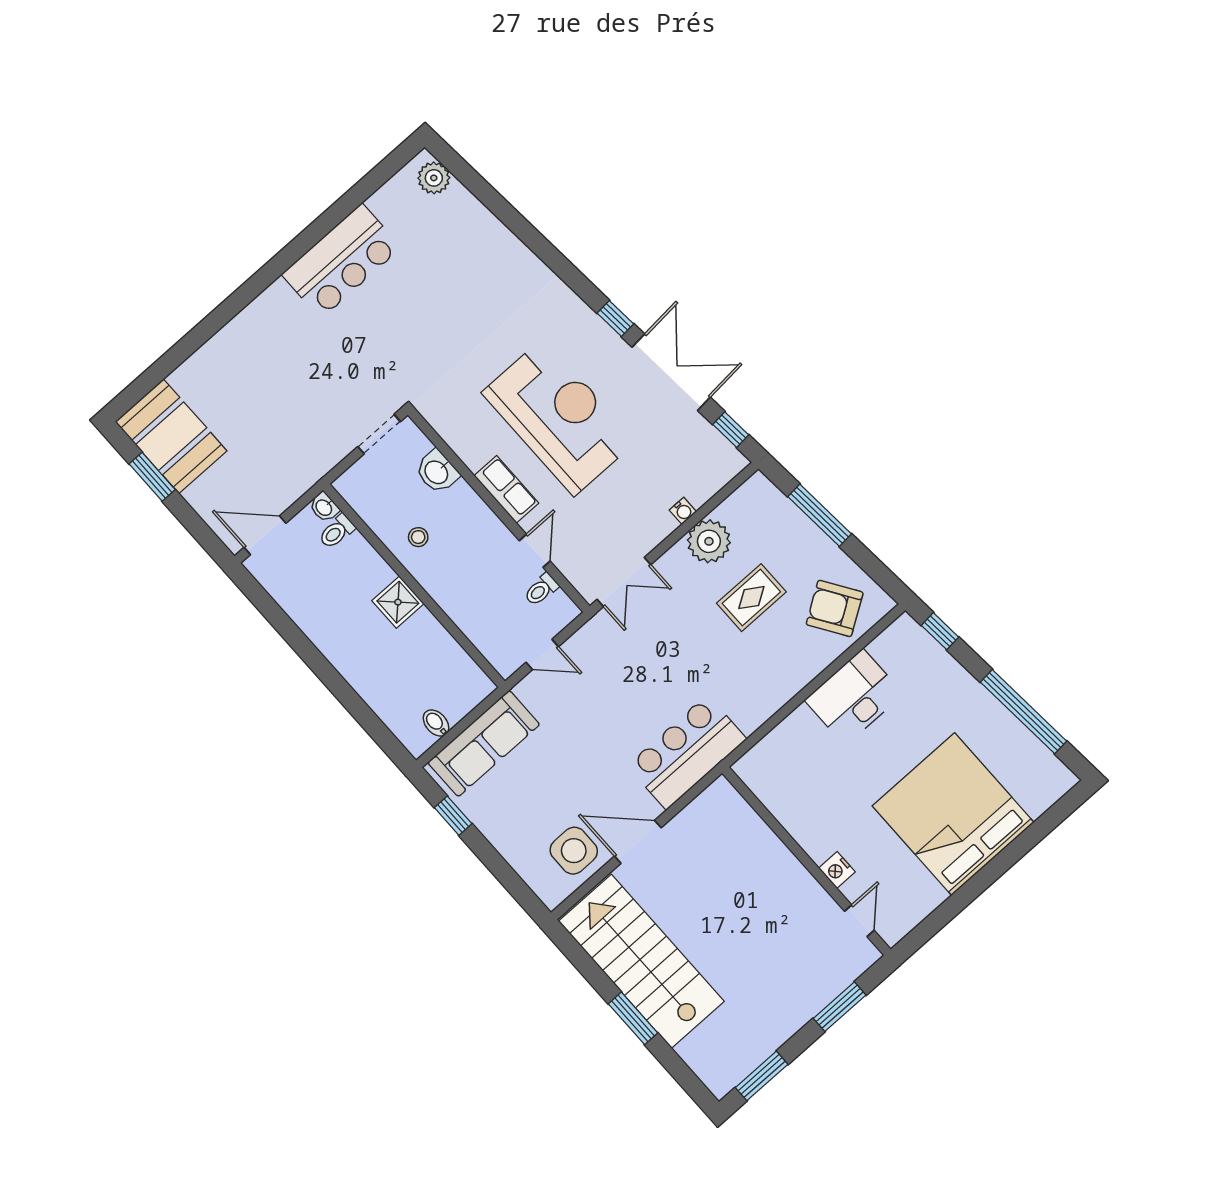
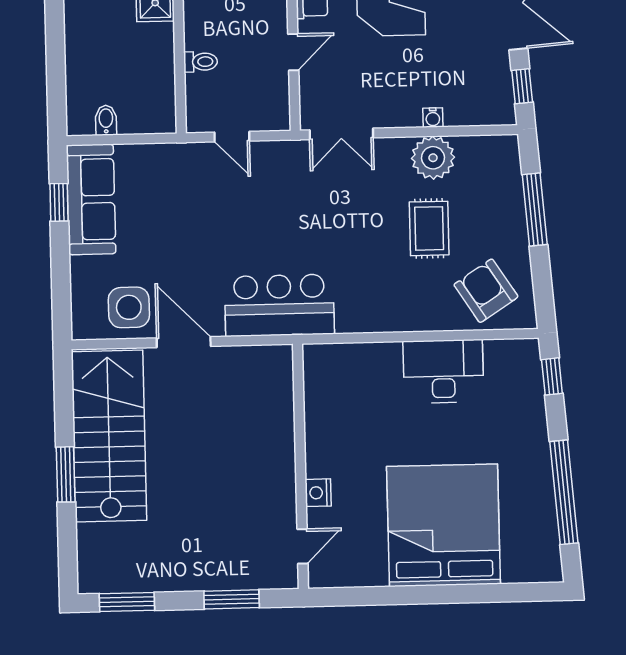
toilet: (541, 590) -> (201, 62), moved, turned 180
rug: (751, 598) -> (429, 228), turned 90
sofa: (484, 743) -> (91, 199), moved, turned -90

